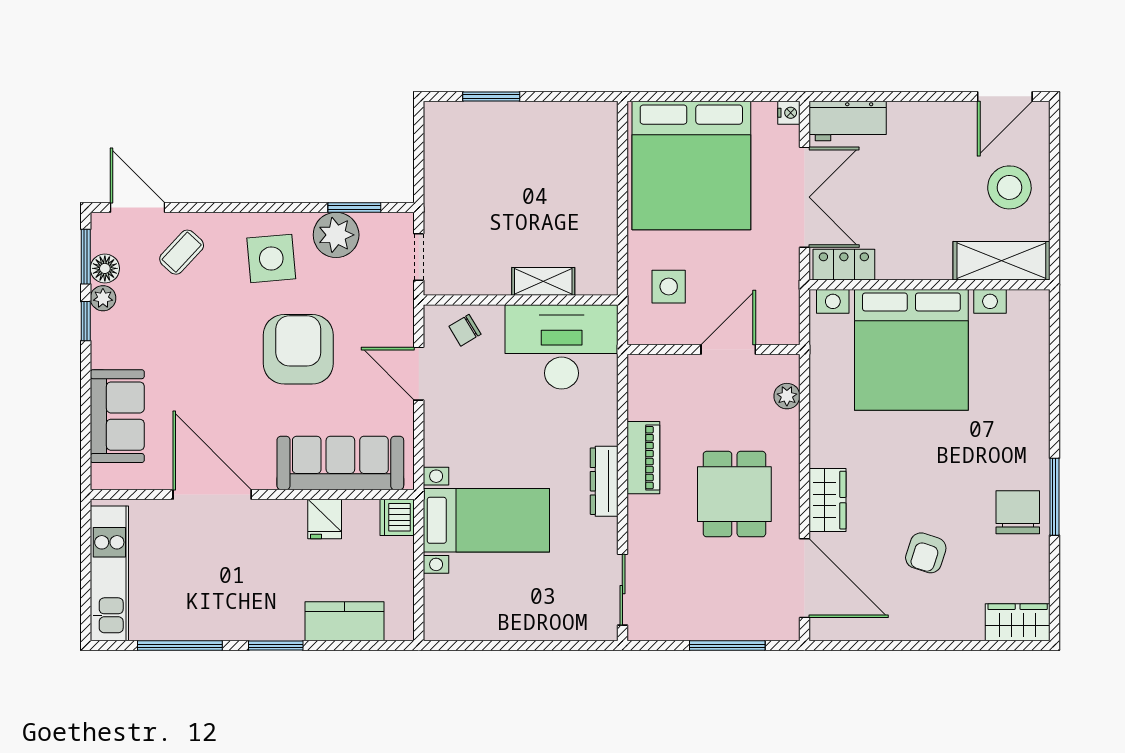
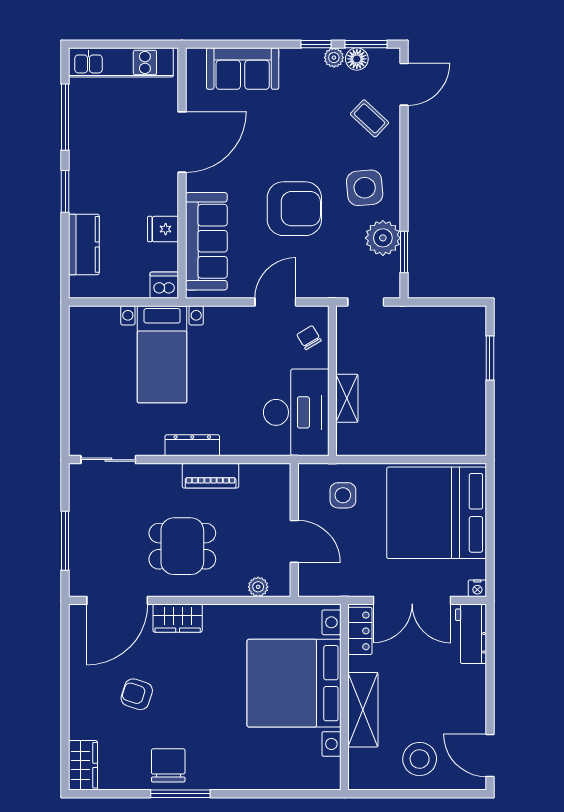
shelving: (1001, 261) -> (363, 710), moved
chair: (1018, 512) -> (168, 765), turned -90

